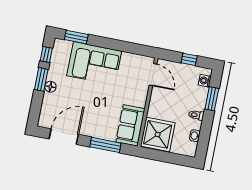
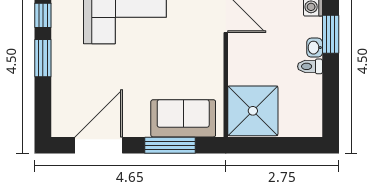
floor lamp: (50, 87) -> (60, 67), removed
sofa: (130, 125) -> (183, 118), moved, turned 90
washbasin: (195, 136) -> (315, 48), moved

